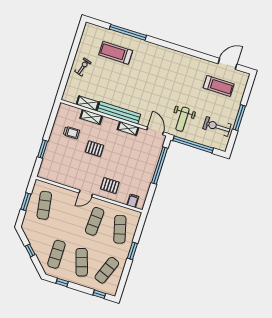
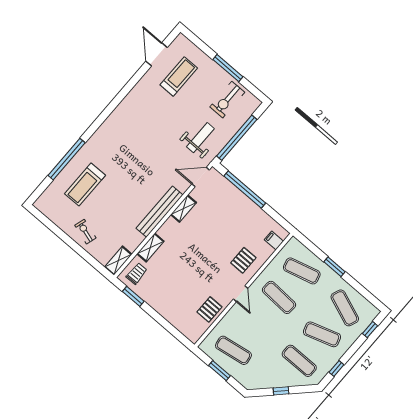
shelving: (88, 103) -> (118, 261), moved
weight bench: (182, 119) -> (200, 138), turned -90
trolley: (71, 133) -> (137, 274), moved
window: (43, 149) -> (133, 296), moved
pallet: (94, 149) -> (209, 309), moved

